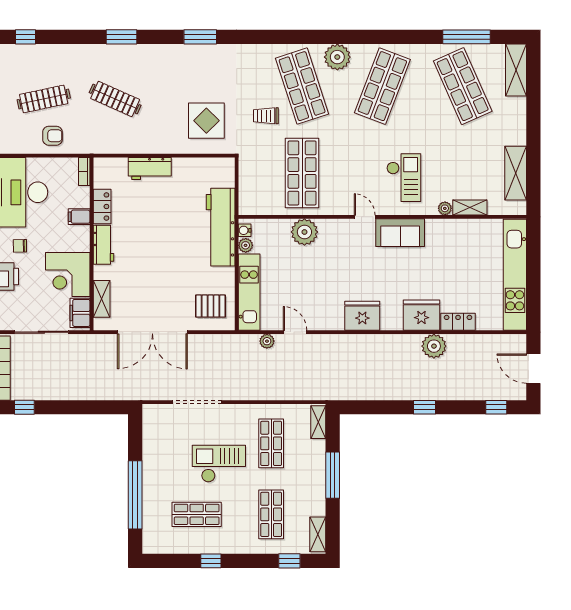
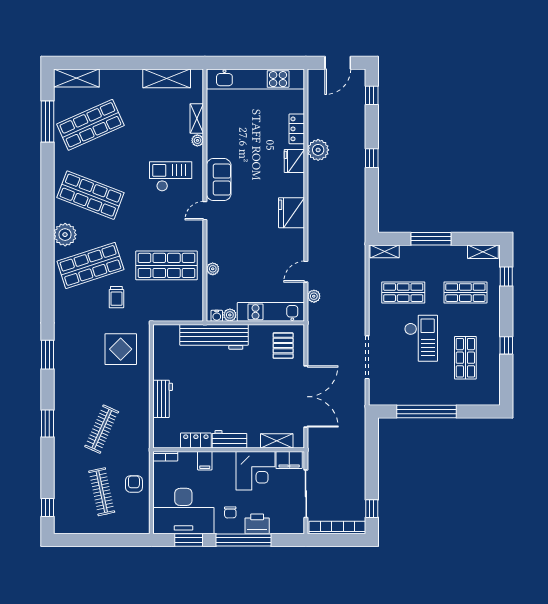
plant: (304, 232) -> (213, 269), width x0.53, depth x0.53
fridge: (421, 315) -> (294, 161), width x0.73, depth x0.75
checkout: (219, 464) -> (421, 338), turned 180
window: (135, 495) -> (427, 412), moved

